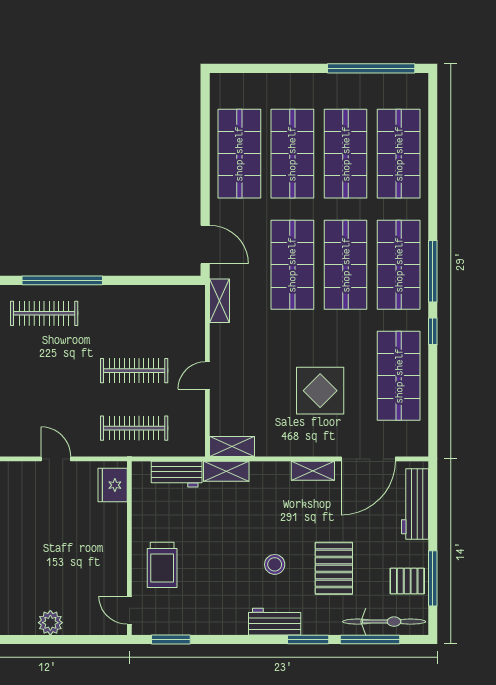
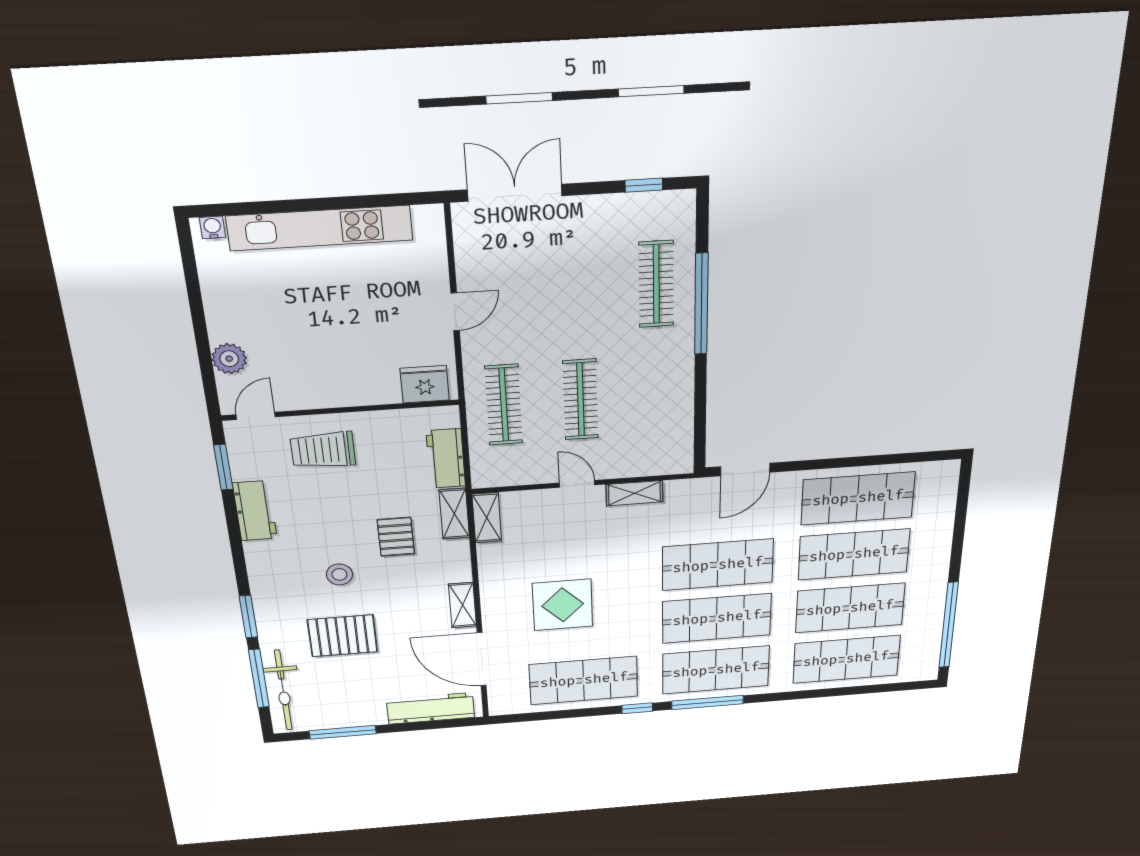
shelving: (220, 301) -> (634, 493), moved
pallet: (407, 581) -> (396, 537), moved
workbench: (275, 622) -> (255, 511), moved
plant: (50, 623) -> (229, 359), moved

